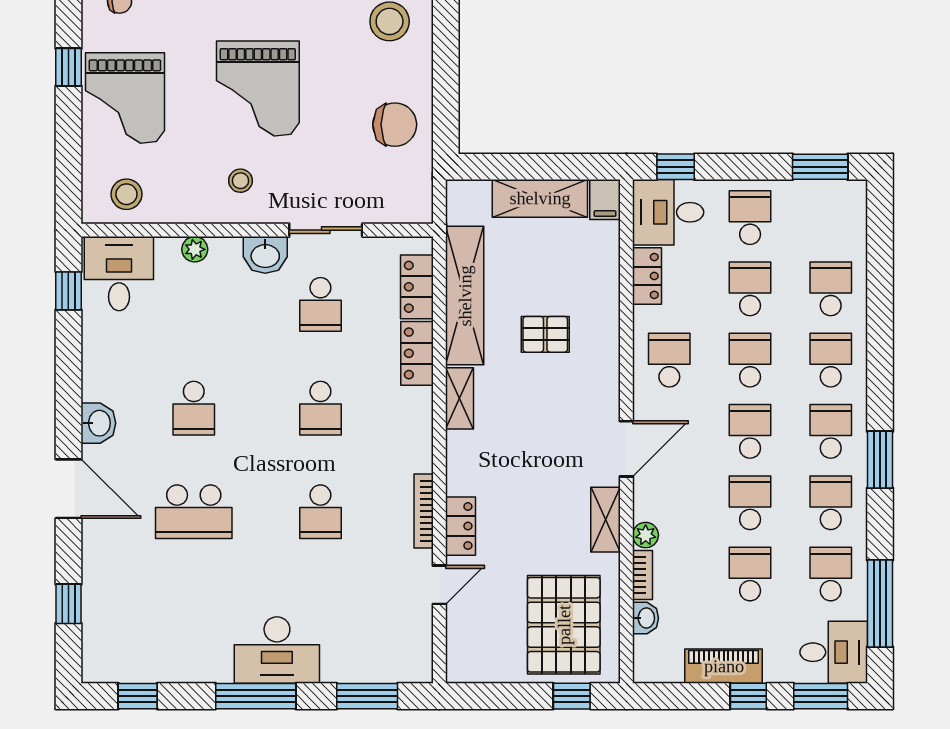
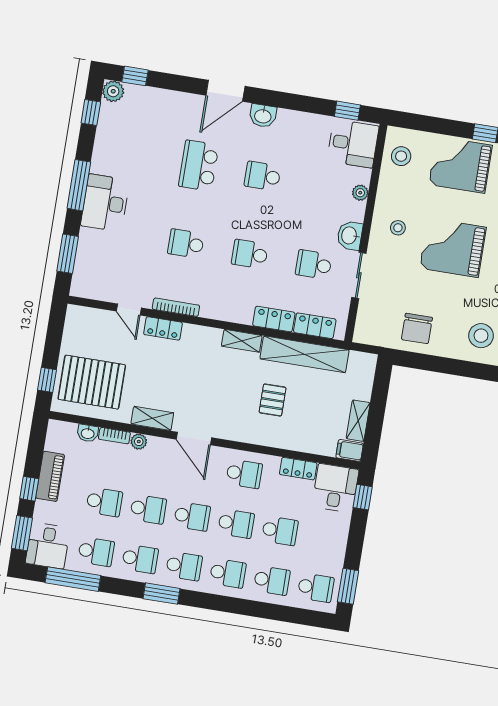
shelving: (540, 198) -> (358, 421), width x0.67, depth x0.75
school desk: (750, 218) -> (316, 588), moved
window: (68, 604) -> (135, 76), moved
plant: (98, 666) -> (113, 91), added

